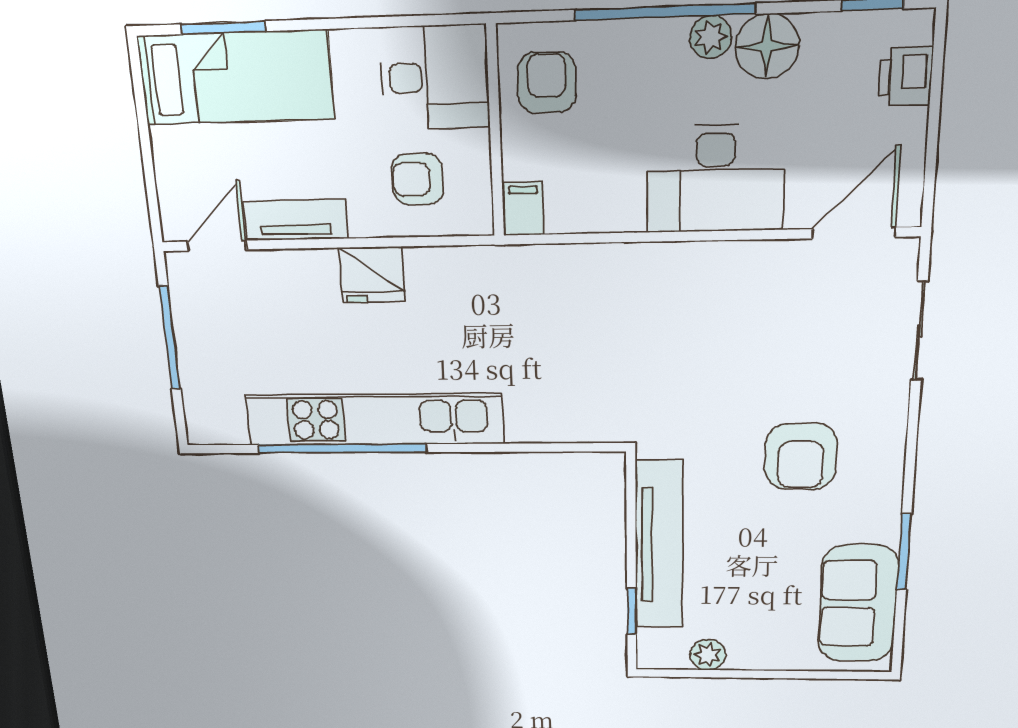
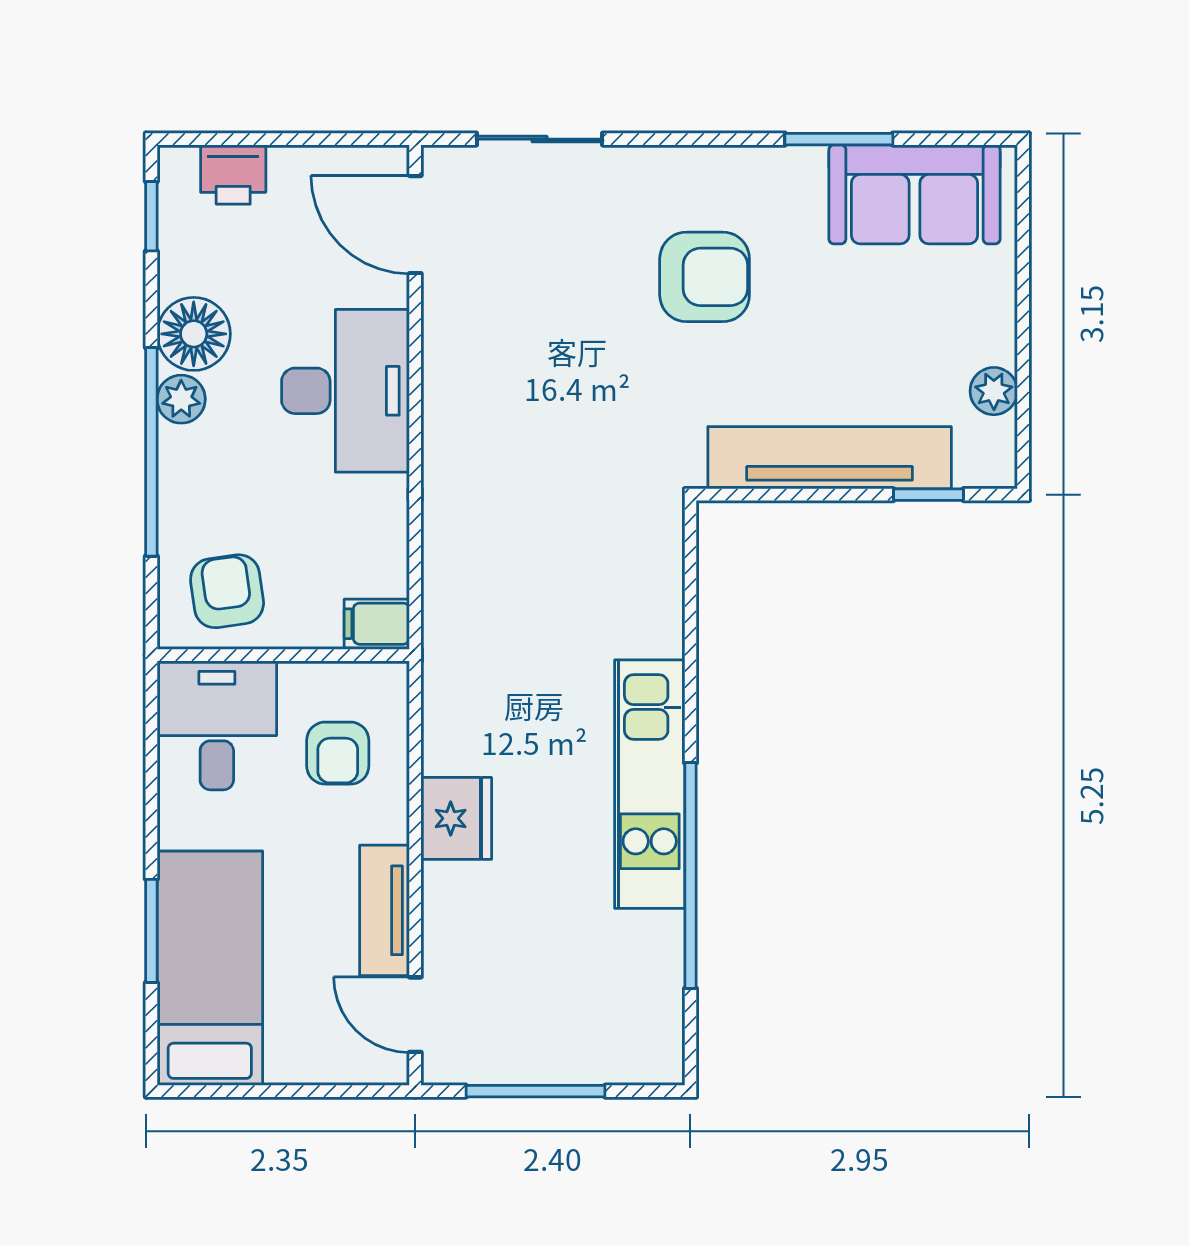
window: (223, 28) -> (151, 931), moved
armchair: (547, 83) -> (227, 591), turned 82
kitchen unit: (374, 419) -> (650, 784), width x0.73

